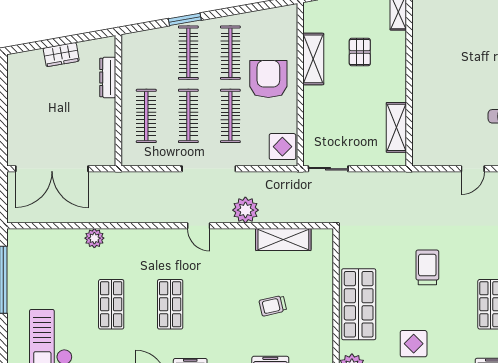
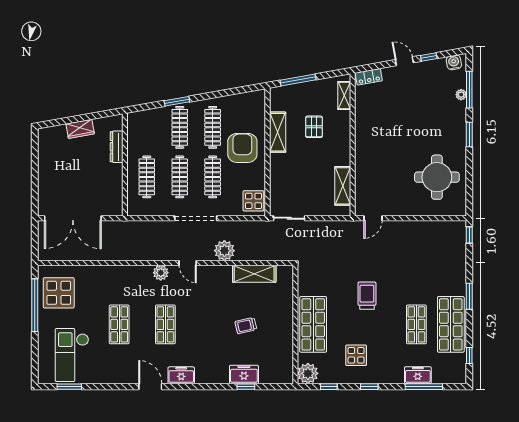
door: (473, 169) -> (373, 218), moved
plant: (94, 238) -> (161, 273), moved
display table: (34, 264) -> (59, 293), added

